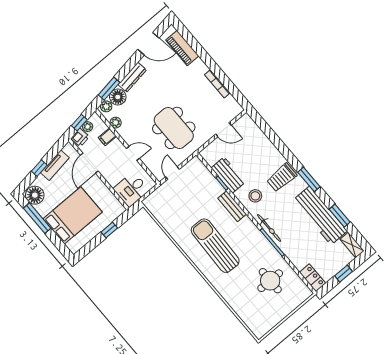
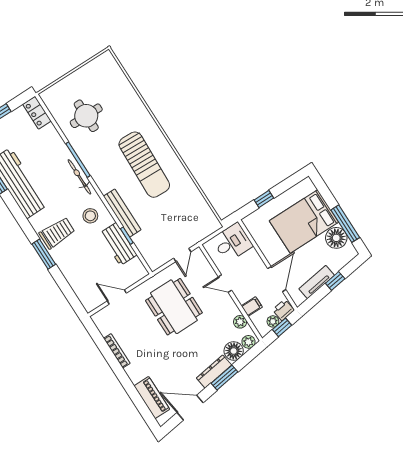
window: (109, 89) -> (225, 378), moved
window: (309, 179) -> (44, 254), moved
floor lamp: (35, 195) -> (336, 238), moved
bench: (232, 206) -> (122, 213), width x1.36

